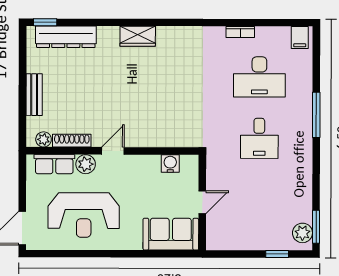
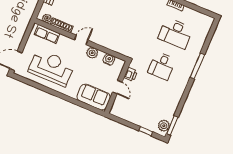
filing cabinet: (300, 38) -> (206, 21), removed
plant: (86, 164) -> (92, 53), moved
printer: (215, 173) -> (131, 74), added
door: (202, 202) -> (117, 87), hinge flipped
reception desk: (84, 215) -> (51, 68), turned 180

